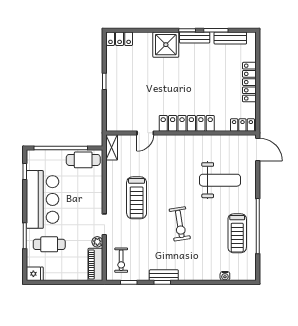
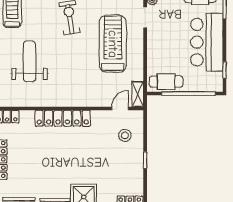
stool: (125, 106) -> (125, 135), added
door: (145, 133) -> (120, 109), moved
weight bench: (220, 180) -> (29, 61), turned 90
treadmill: (137, 198) -> (113, 44), width x1.37, depth x1.38

